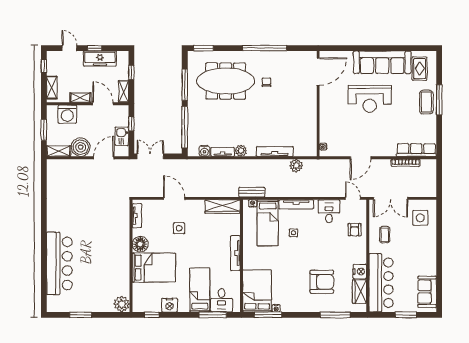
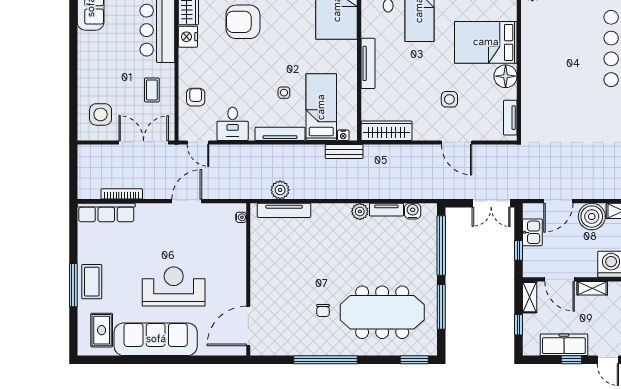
tv unit: (275, 151) -> (284, 210), moved

